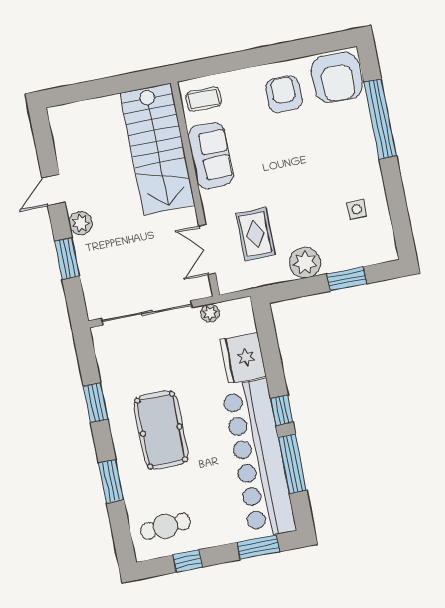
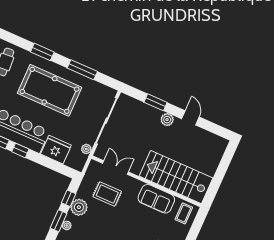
plant: (345, 262) -> (67, 225), added
window: (302, 288) -> (69, 198), added
window: (96, 403) -> (82, 70), width x1.44
pool table: (161, 430) -> (49, 90), width x1.36, depth x1.32

